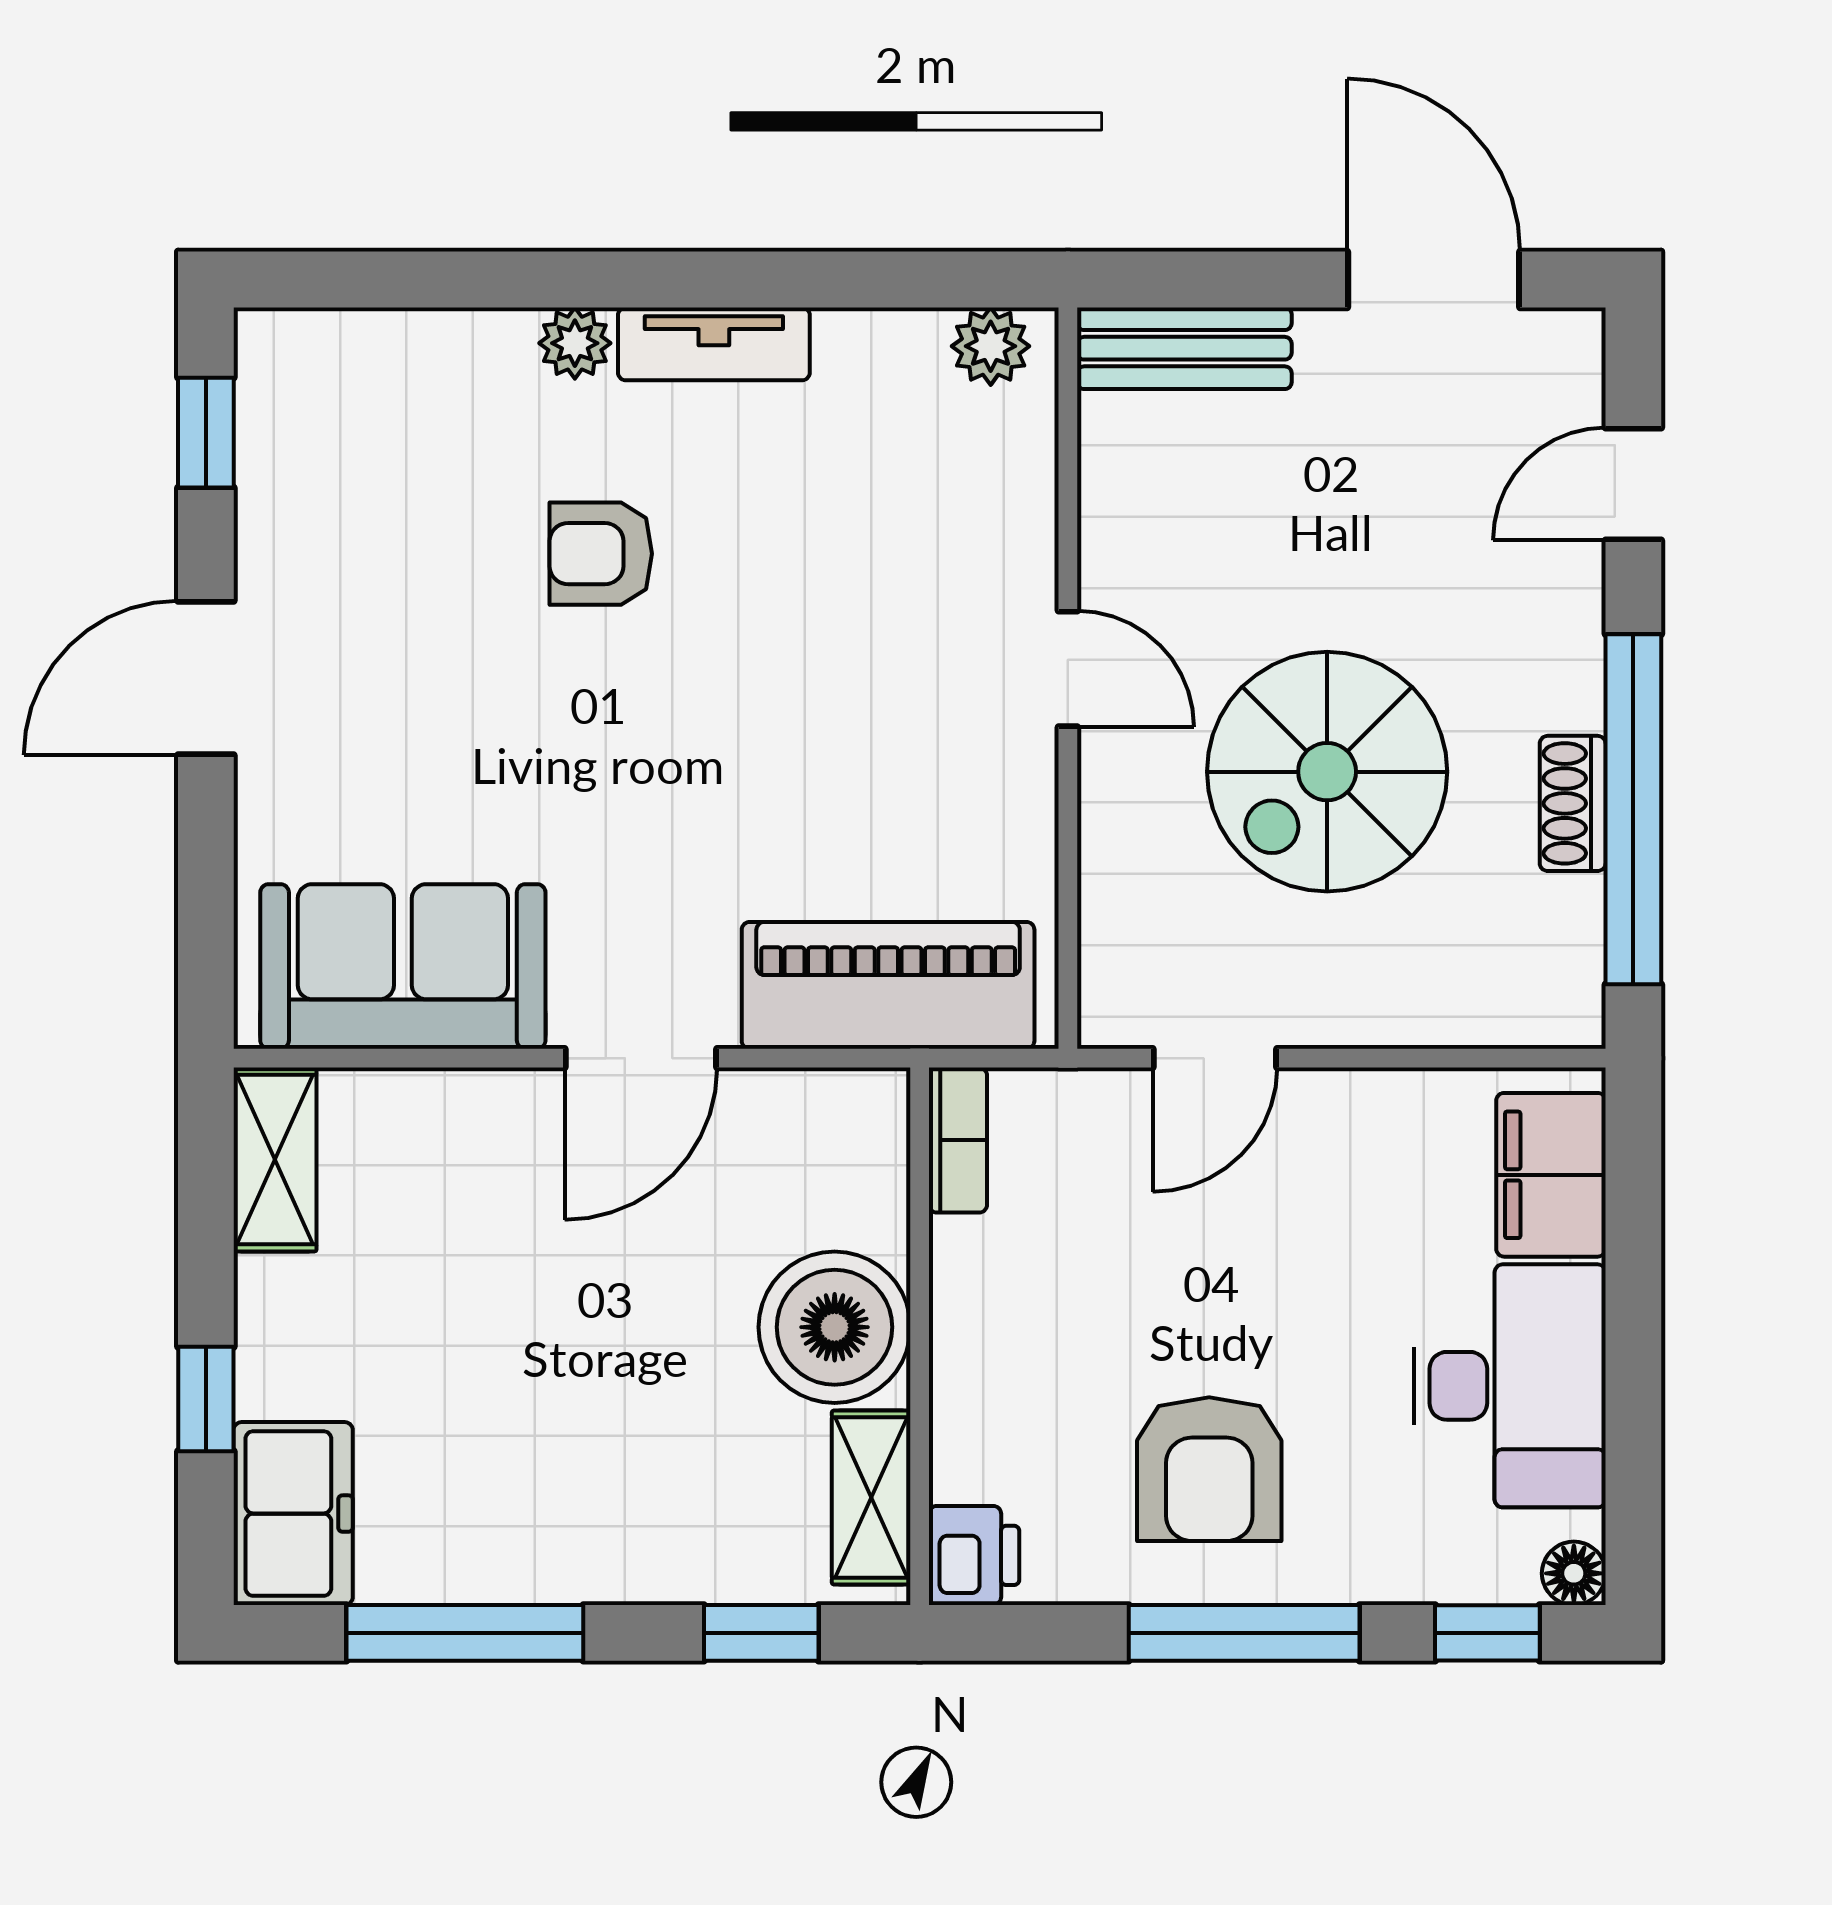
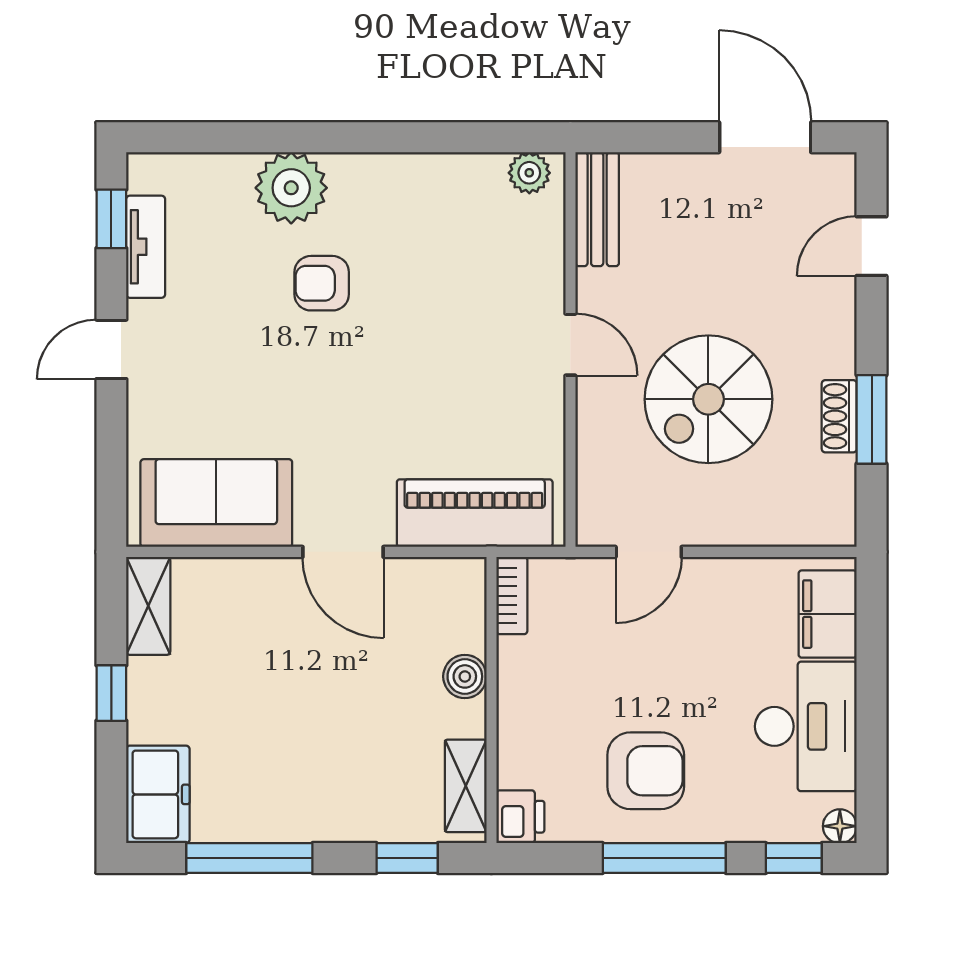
plant: (575, 343) -> (291, 188), width x1.87, depth x1.87
tv unit: (714, 344) -> (146, 247), moved, turned -90
bench: (1184, 348) -> (597, 209), moved, turned 90
door: (206, 678) -> (111, 349), width x0.73
window: (1633, 809) -> (872, 419), width x0.47
door: (641, 1058) -> (343, 552), hinge flipped
boiler: (835, 1327) -> (465, 676), width x0.54, depth x0.54
window: (206, 1399) -> (111, 693), moved
armchair: (1209, 1469) -> (646, 771), turned -90

